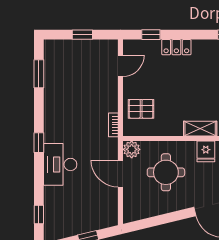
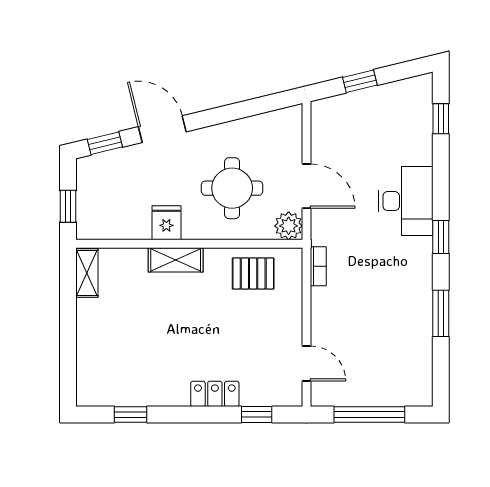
window: (82, 35) -> (369, 415), width x2.17
door: (121, 66) -> (307, 363), swing flipped
window: (39, 74) -> (441, 313), moved
pallet: (141, 109) -> (253, 273), moved

